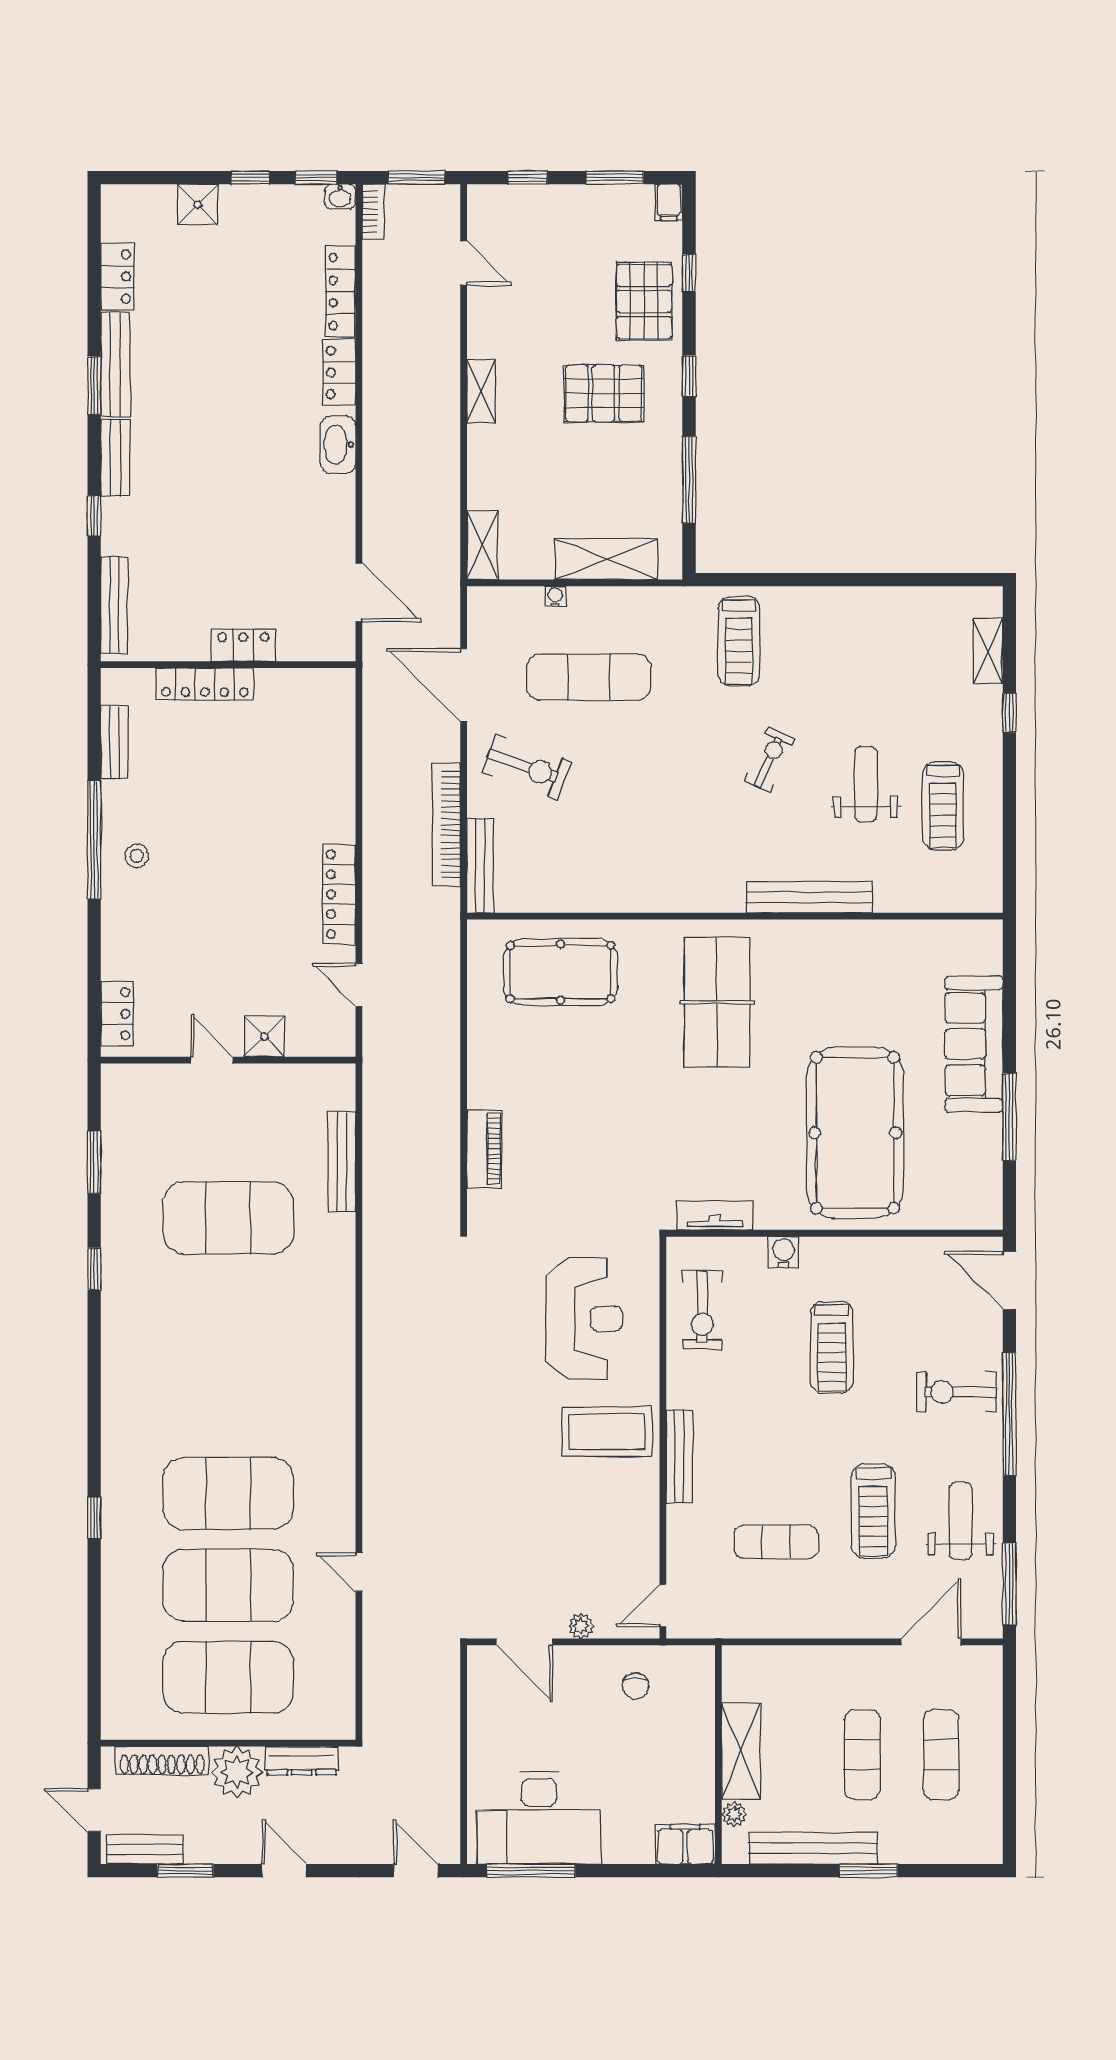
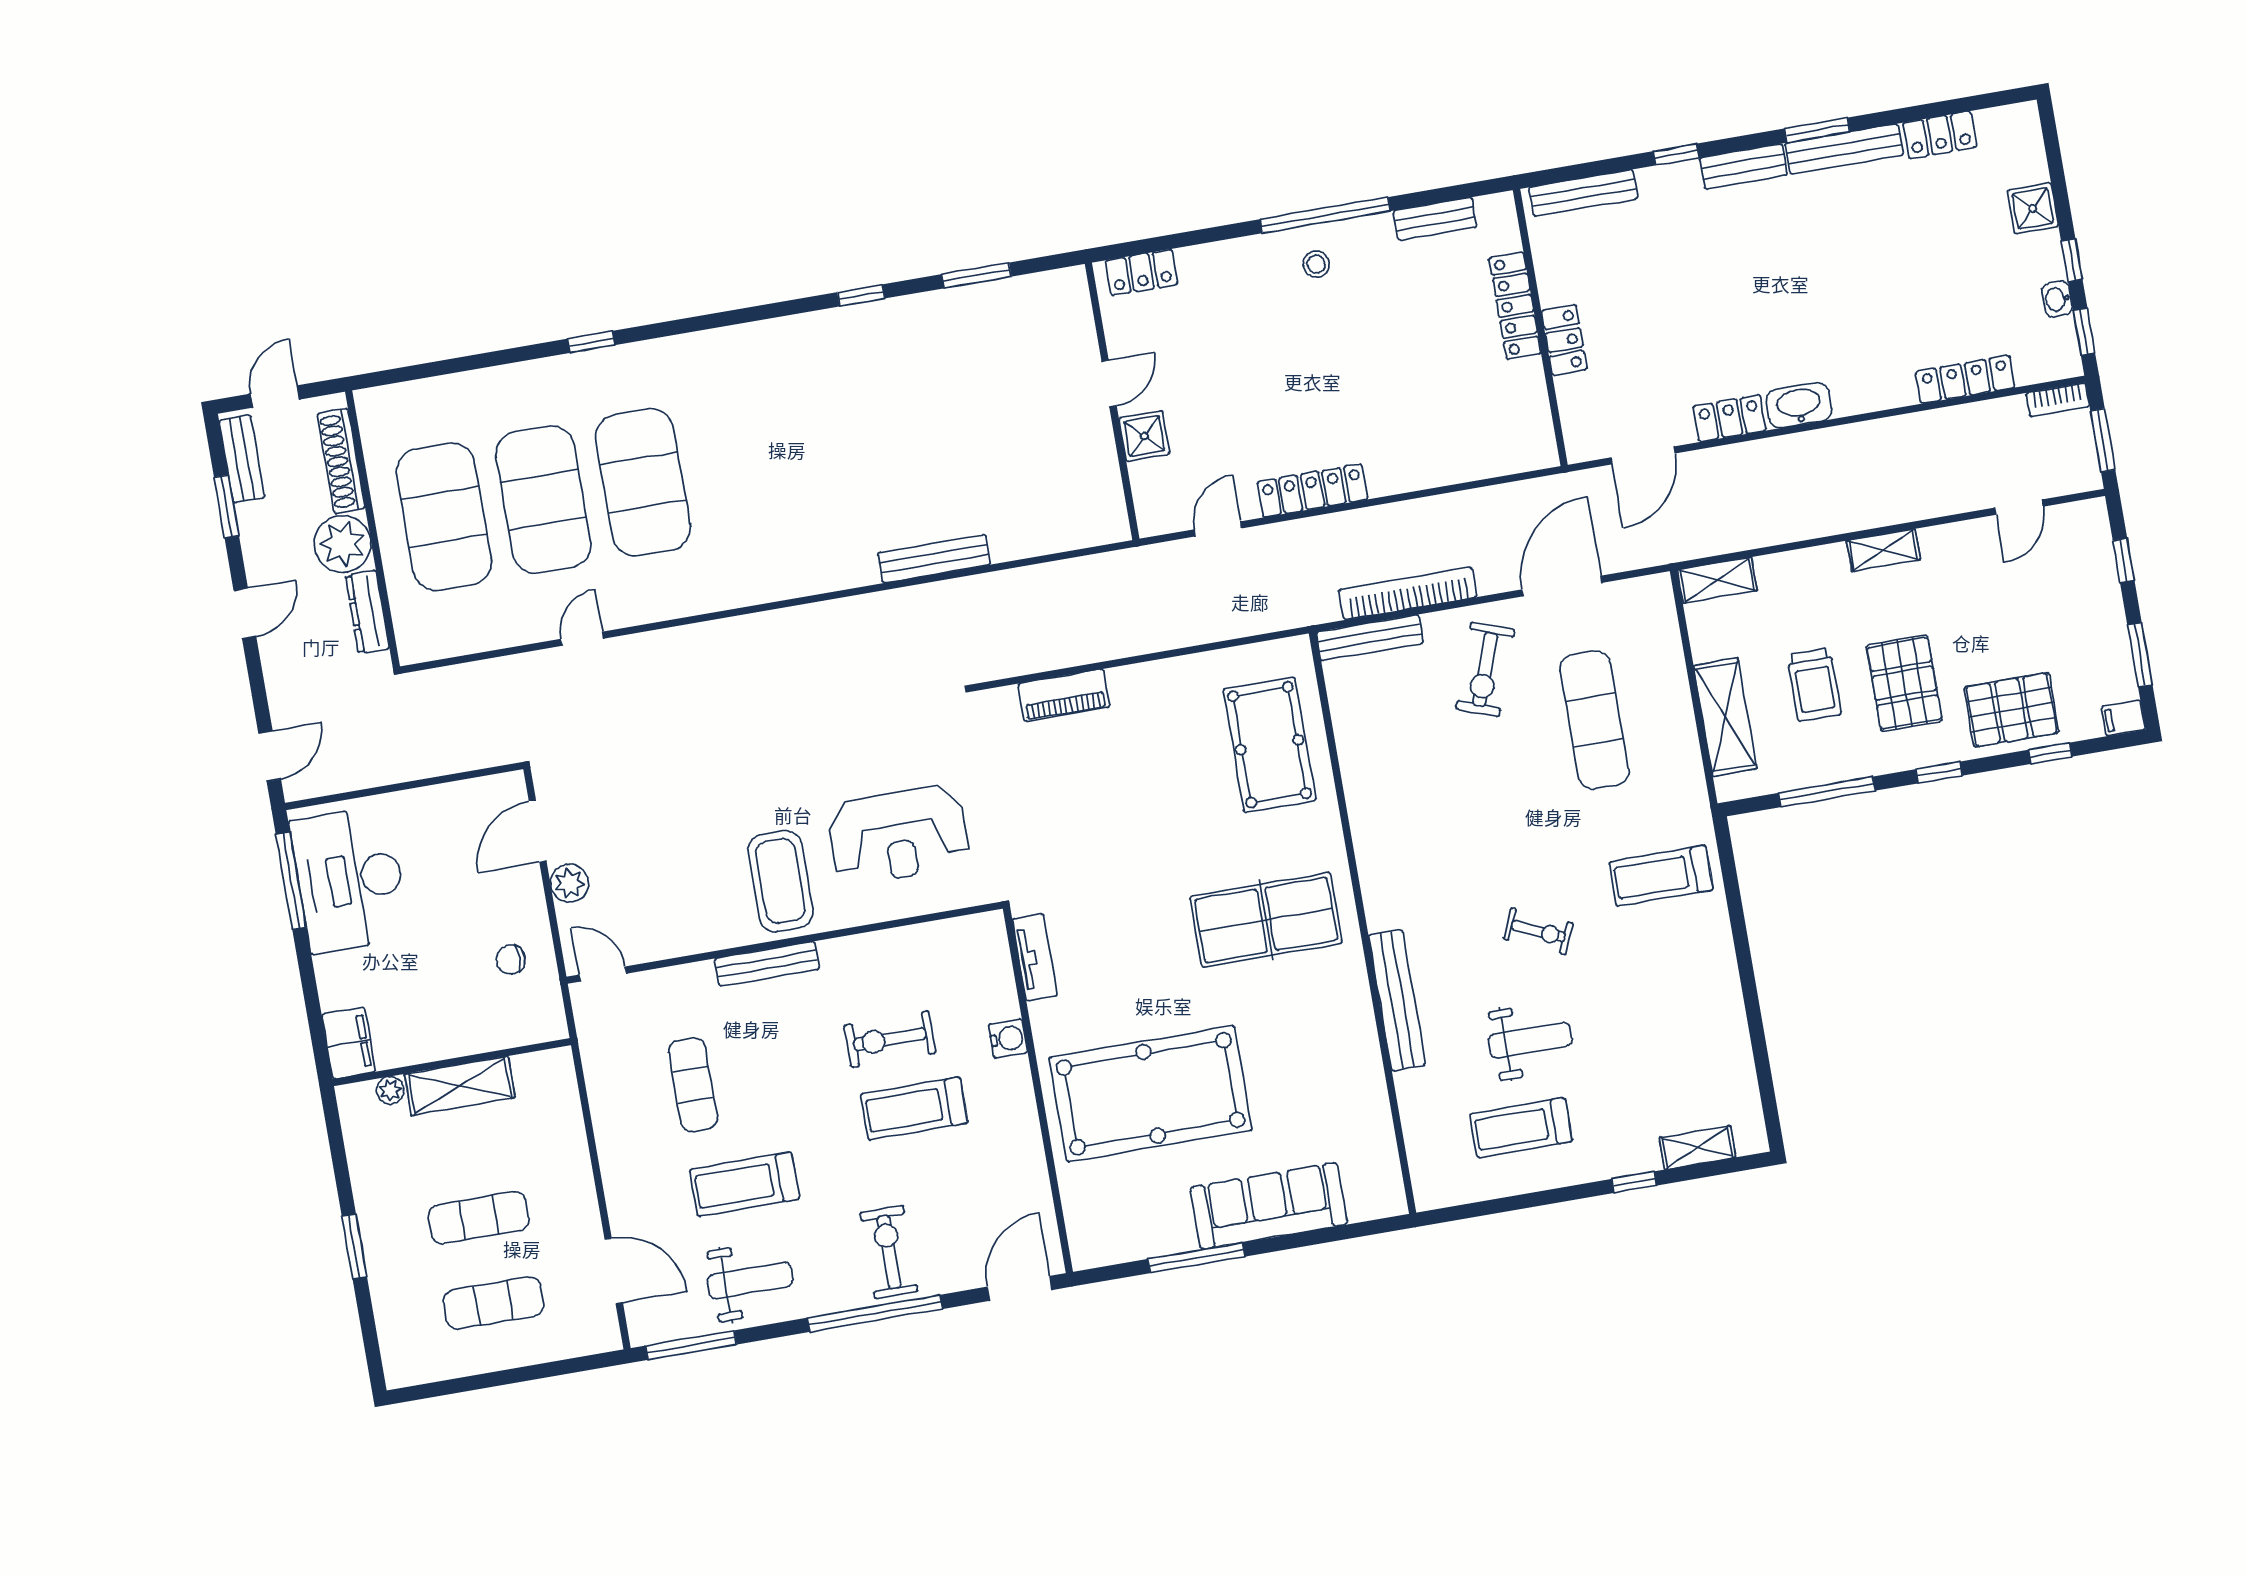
washbasin: (340, 197) -> (2057, 299), moved
locker: (339, 372) -> (1730, 418), moved
trolley: (591, 474) -> (1814, 685), added
water cooler: (555, 597) -> (1675, 669), removed
bench: (342, 1161) -> (934, 559), moved
exercise mat: (228, 1218) -> (941, 431), removed
exercise bike: (702, 1310) -> (890, 1039), moved
plant: (581, 1626) -> (570, 883), width x1.38, depth x1.38
bench: (813, 1848) -> (368, 1182), removed

